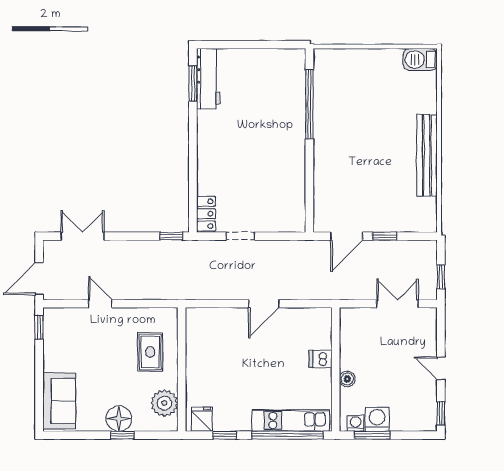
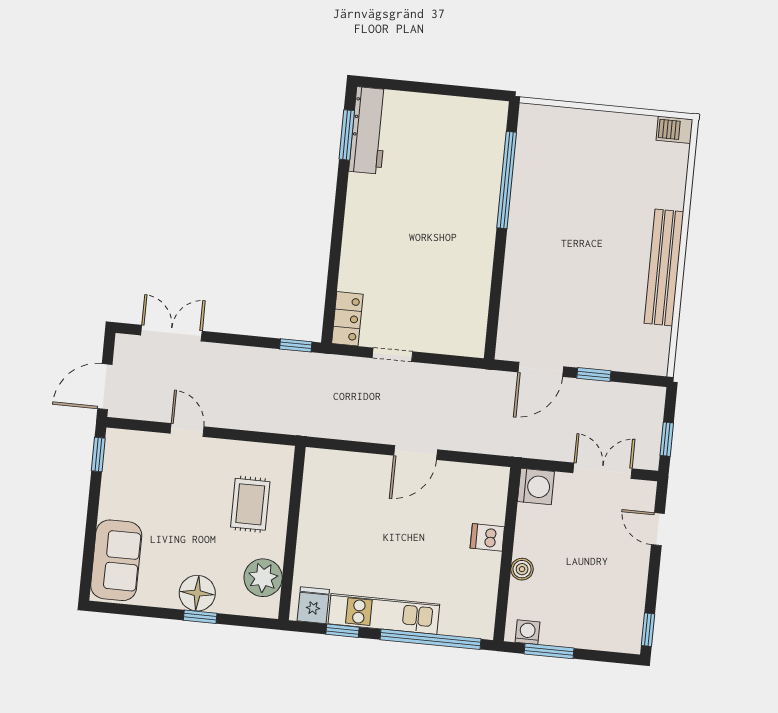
barbecue: (420, 59) -> (674, 130), width x0.73, depth x0.79
door: (441, 368) -> (658, 529), moved
washing machine: (377, 419) -> (536, 487), moved, turned 90
kitchen unit: (291, 420) -> (384, 614), moved

